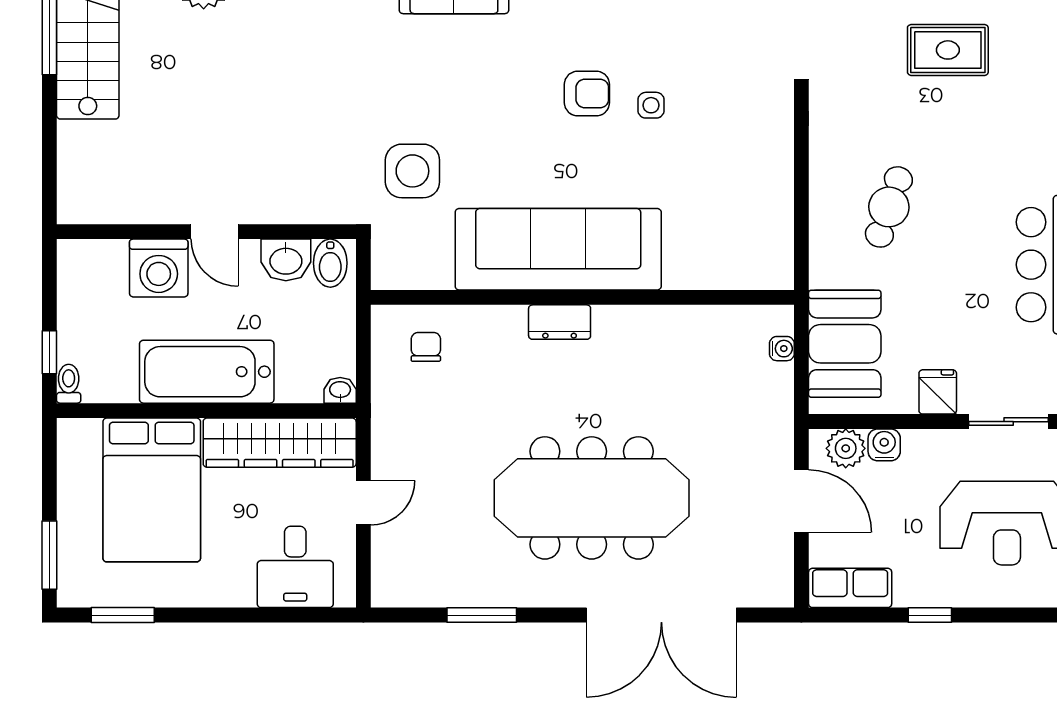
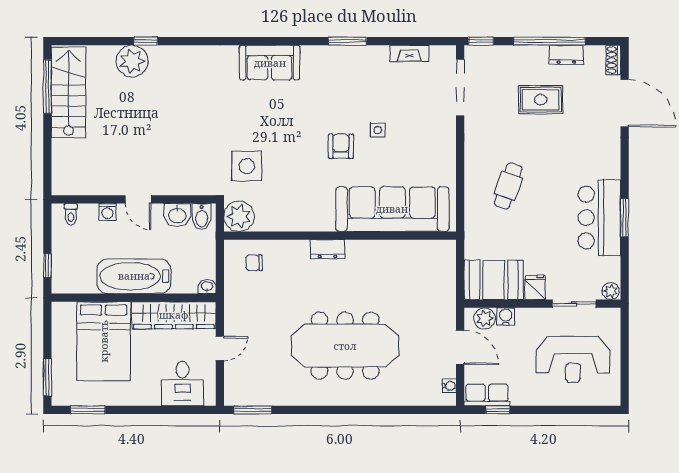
armchair: (587, 94) -> (341, 146), moved, turned -90
sofa: (558, 249) -> (392, 209), moved
plant: (398, 262) -> (239, 216), added
washing machine: (159, 268) -> (107, 212), width x0.53, depth x0.53
booth: (845, 344) -> (494, 280), moved, turned 90
chair: (426, 347) -> (254, 263), turned -90
water cooler: (782, 349) -> (449, 386), moved
toilet: (69, 384) -> (71, 214), moved, turned 180
window: (482, 615) -> (253, 410), moved
double door: (661, 615) -> (383, 410), removed
window: (930, 615) -> (498, 410), moved

